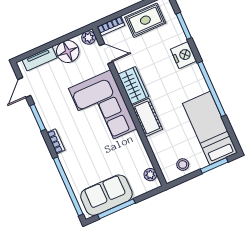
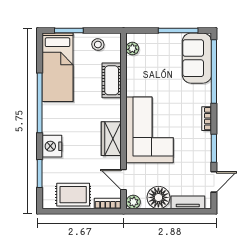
cot: (147, 118) -> (112, 80), moved
sofa: (106, 195) -> (197, 58), moved, turned 90

